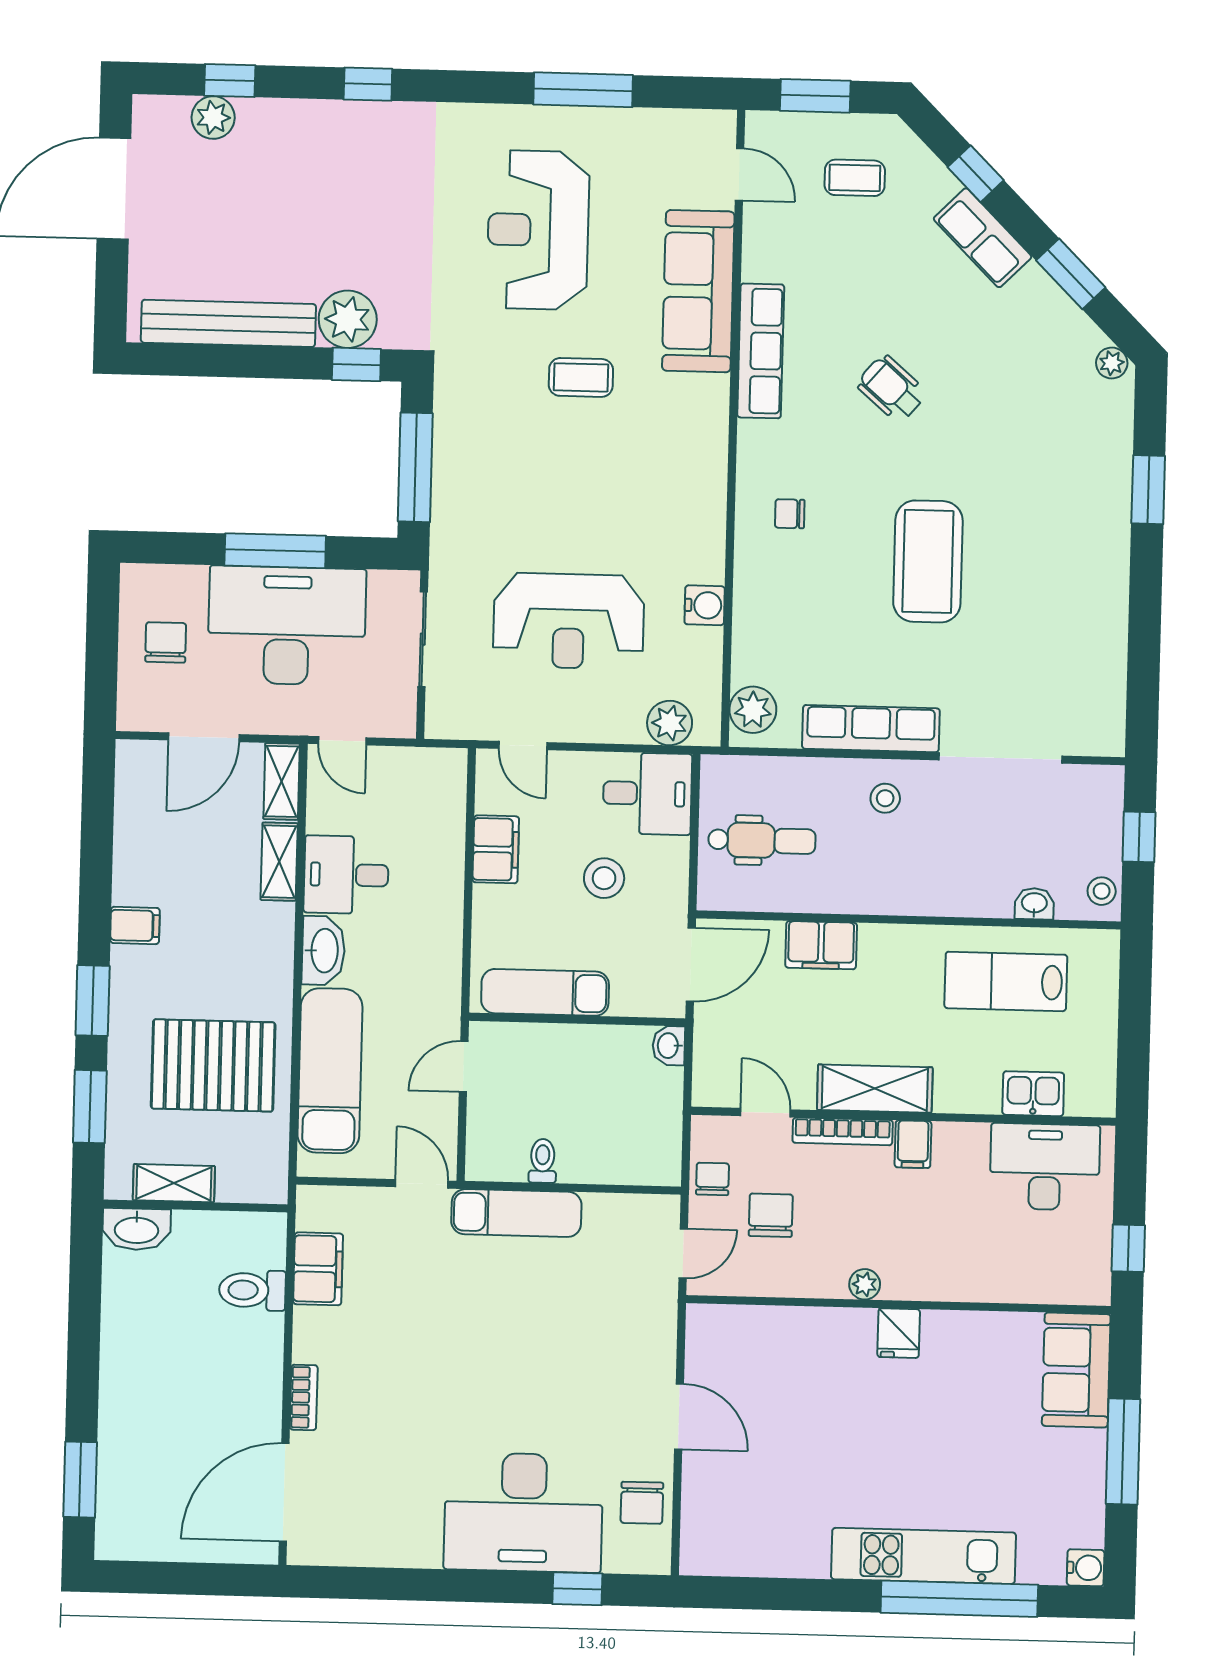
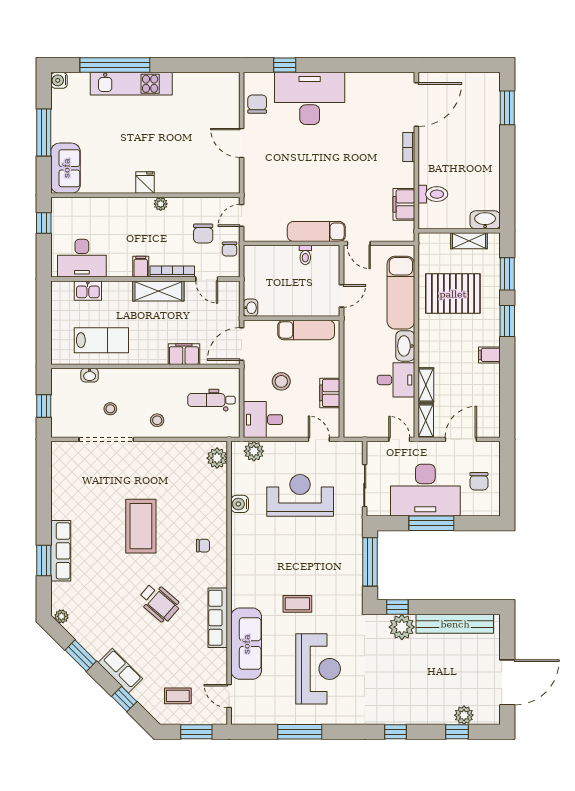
wheelchair: (892, 389) -> (159, 603), width x1.36, depth x1.37
row of seats: (871, 729) -> (61, 551), moved, turned -90
stool: (1102, 891) -> (110, 409), moved

